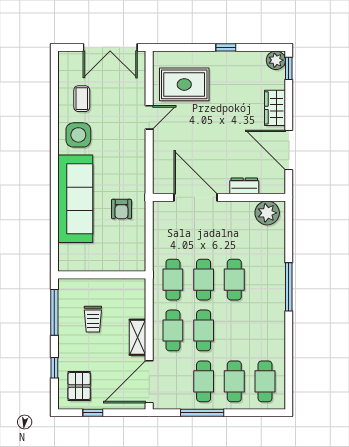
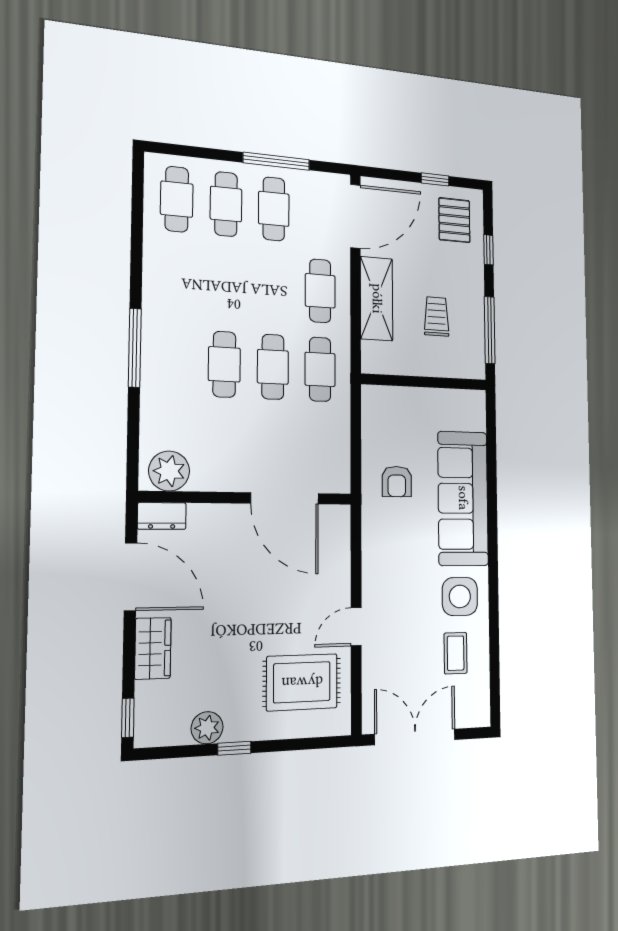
plant: (276, 60) -> (207, 728), moved
dresser: (244, 186) -> (162, 516), moved
armchair: (121, 209) -> (397, 482), turned 180
cafe table: (204, 330) -> (273, 287), removed
shelving: (137, 337) -> (377, 299), width x1.50, depth x1.33

